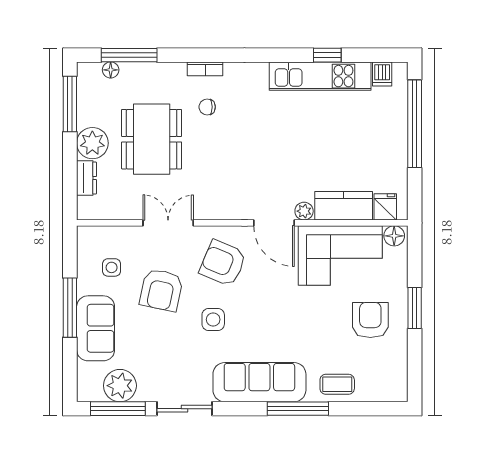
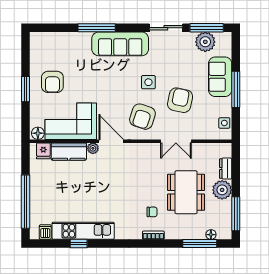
armchair: (223, 263) -> (142, 117), turned 85
side table: (112, 267) -> (224, 123), moved
coffee table: (337, 384) -> (73, 43), removed

